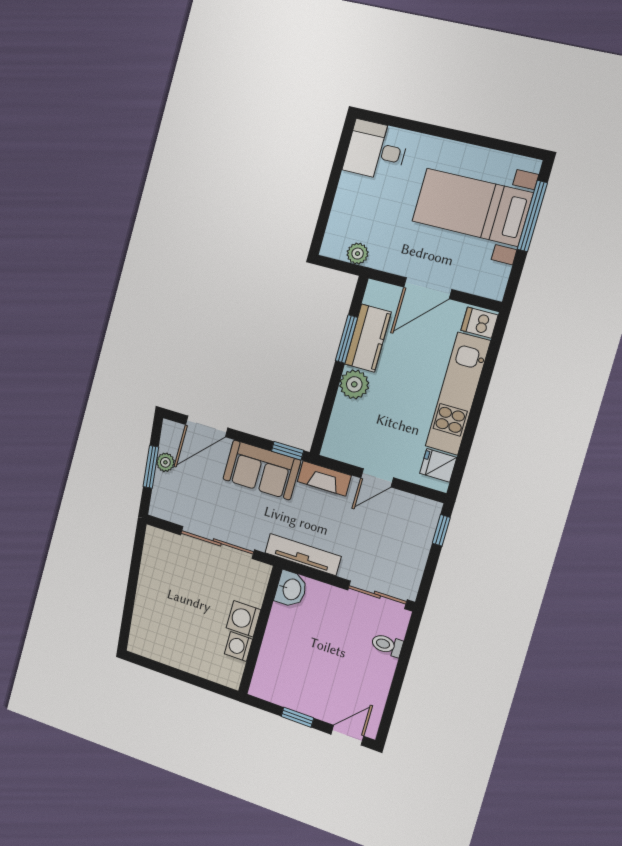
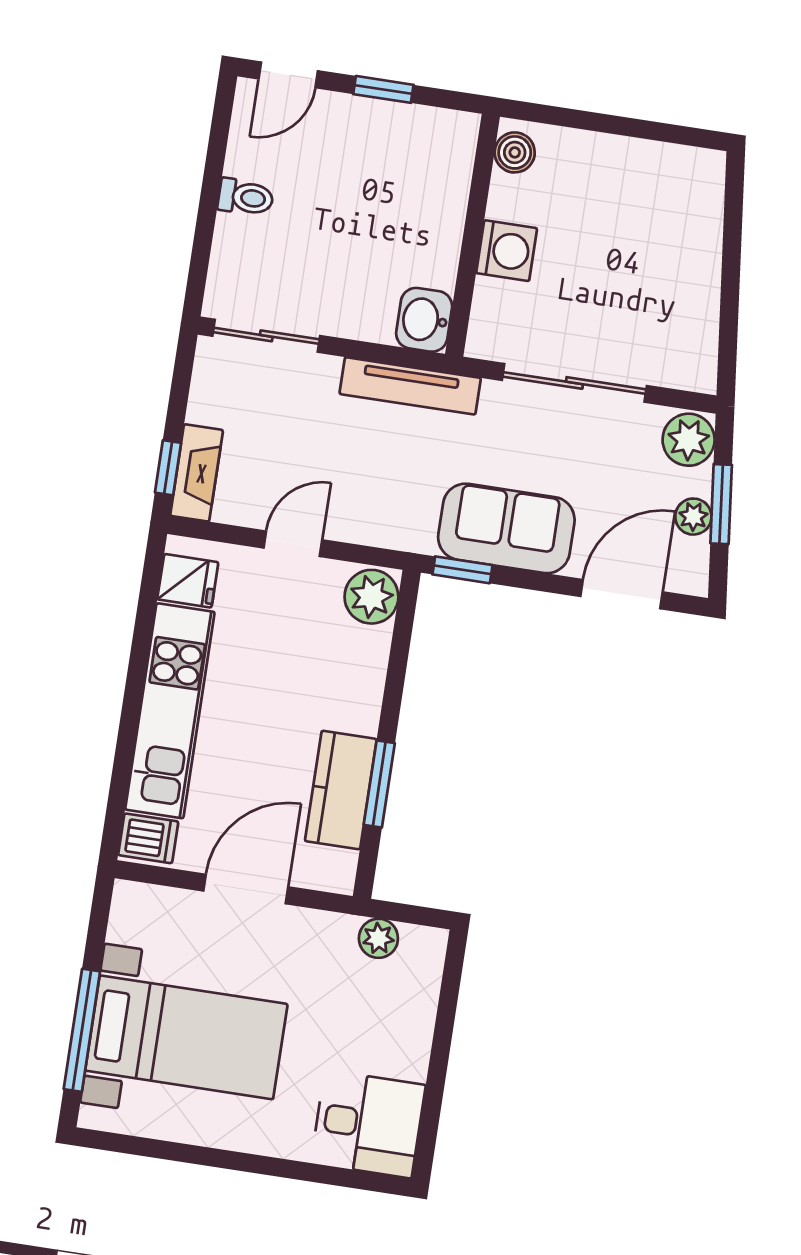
plant: (354, 384) -> (371, 597), moved
fireplace: (324, 478) -> (197, 473), moved, turned 90
plant: (163, 503) -> (689, 440), added
toilet: (387, 645) -> (246, 197), moved
washing machine: (238, 647) -> (510, 198), removed
boiler: (233, 670) -> (515, 152), added

